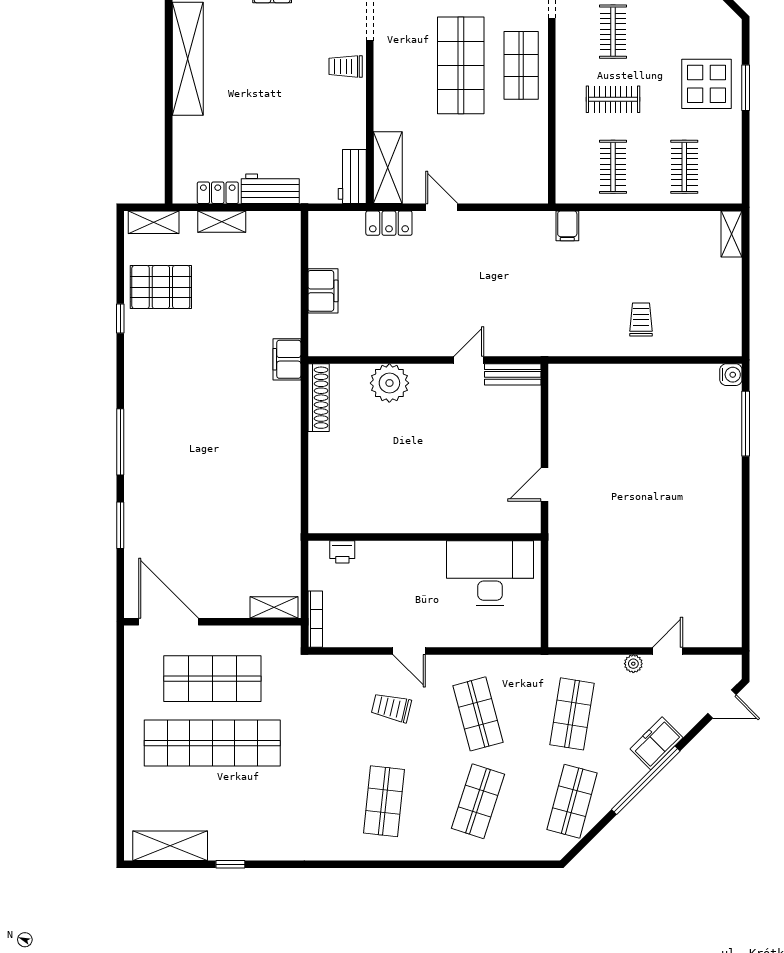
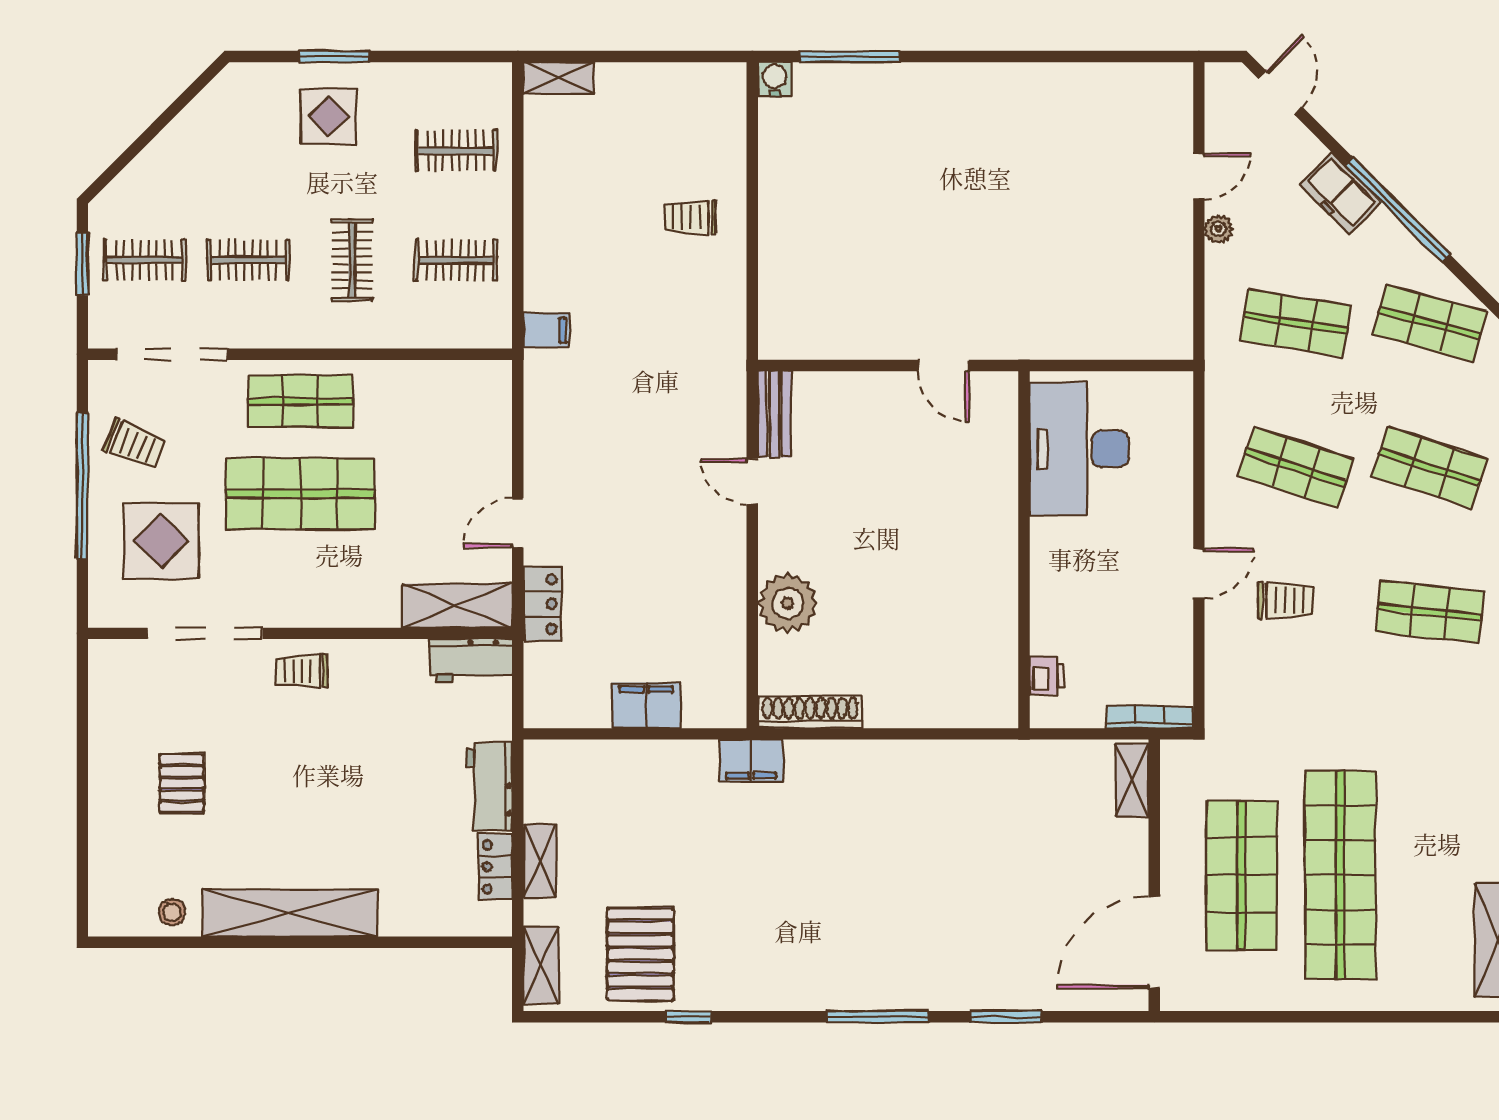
trolley: (346, 66) -> (302, 671), turned 90
display table: (706, 84) -> (328, 117), width x0.73, depth x0.73
door: (668, 651) -> (1199, 176), swing flipped
trolley: (391, 708) -> (1286, 600), turned -103
shop shelf: (478, 714) -> (1296, 467), turned 33

